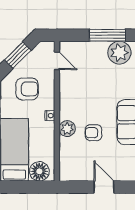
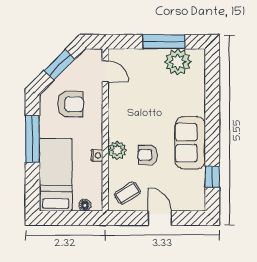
nightstand: (50, 116) -> (97, 155), moved
coffee table: (76, 166) -> (127, 193), added
floor lamp: (39, 171) -> (85, 205), width x0.53, depth x0.53

